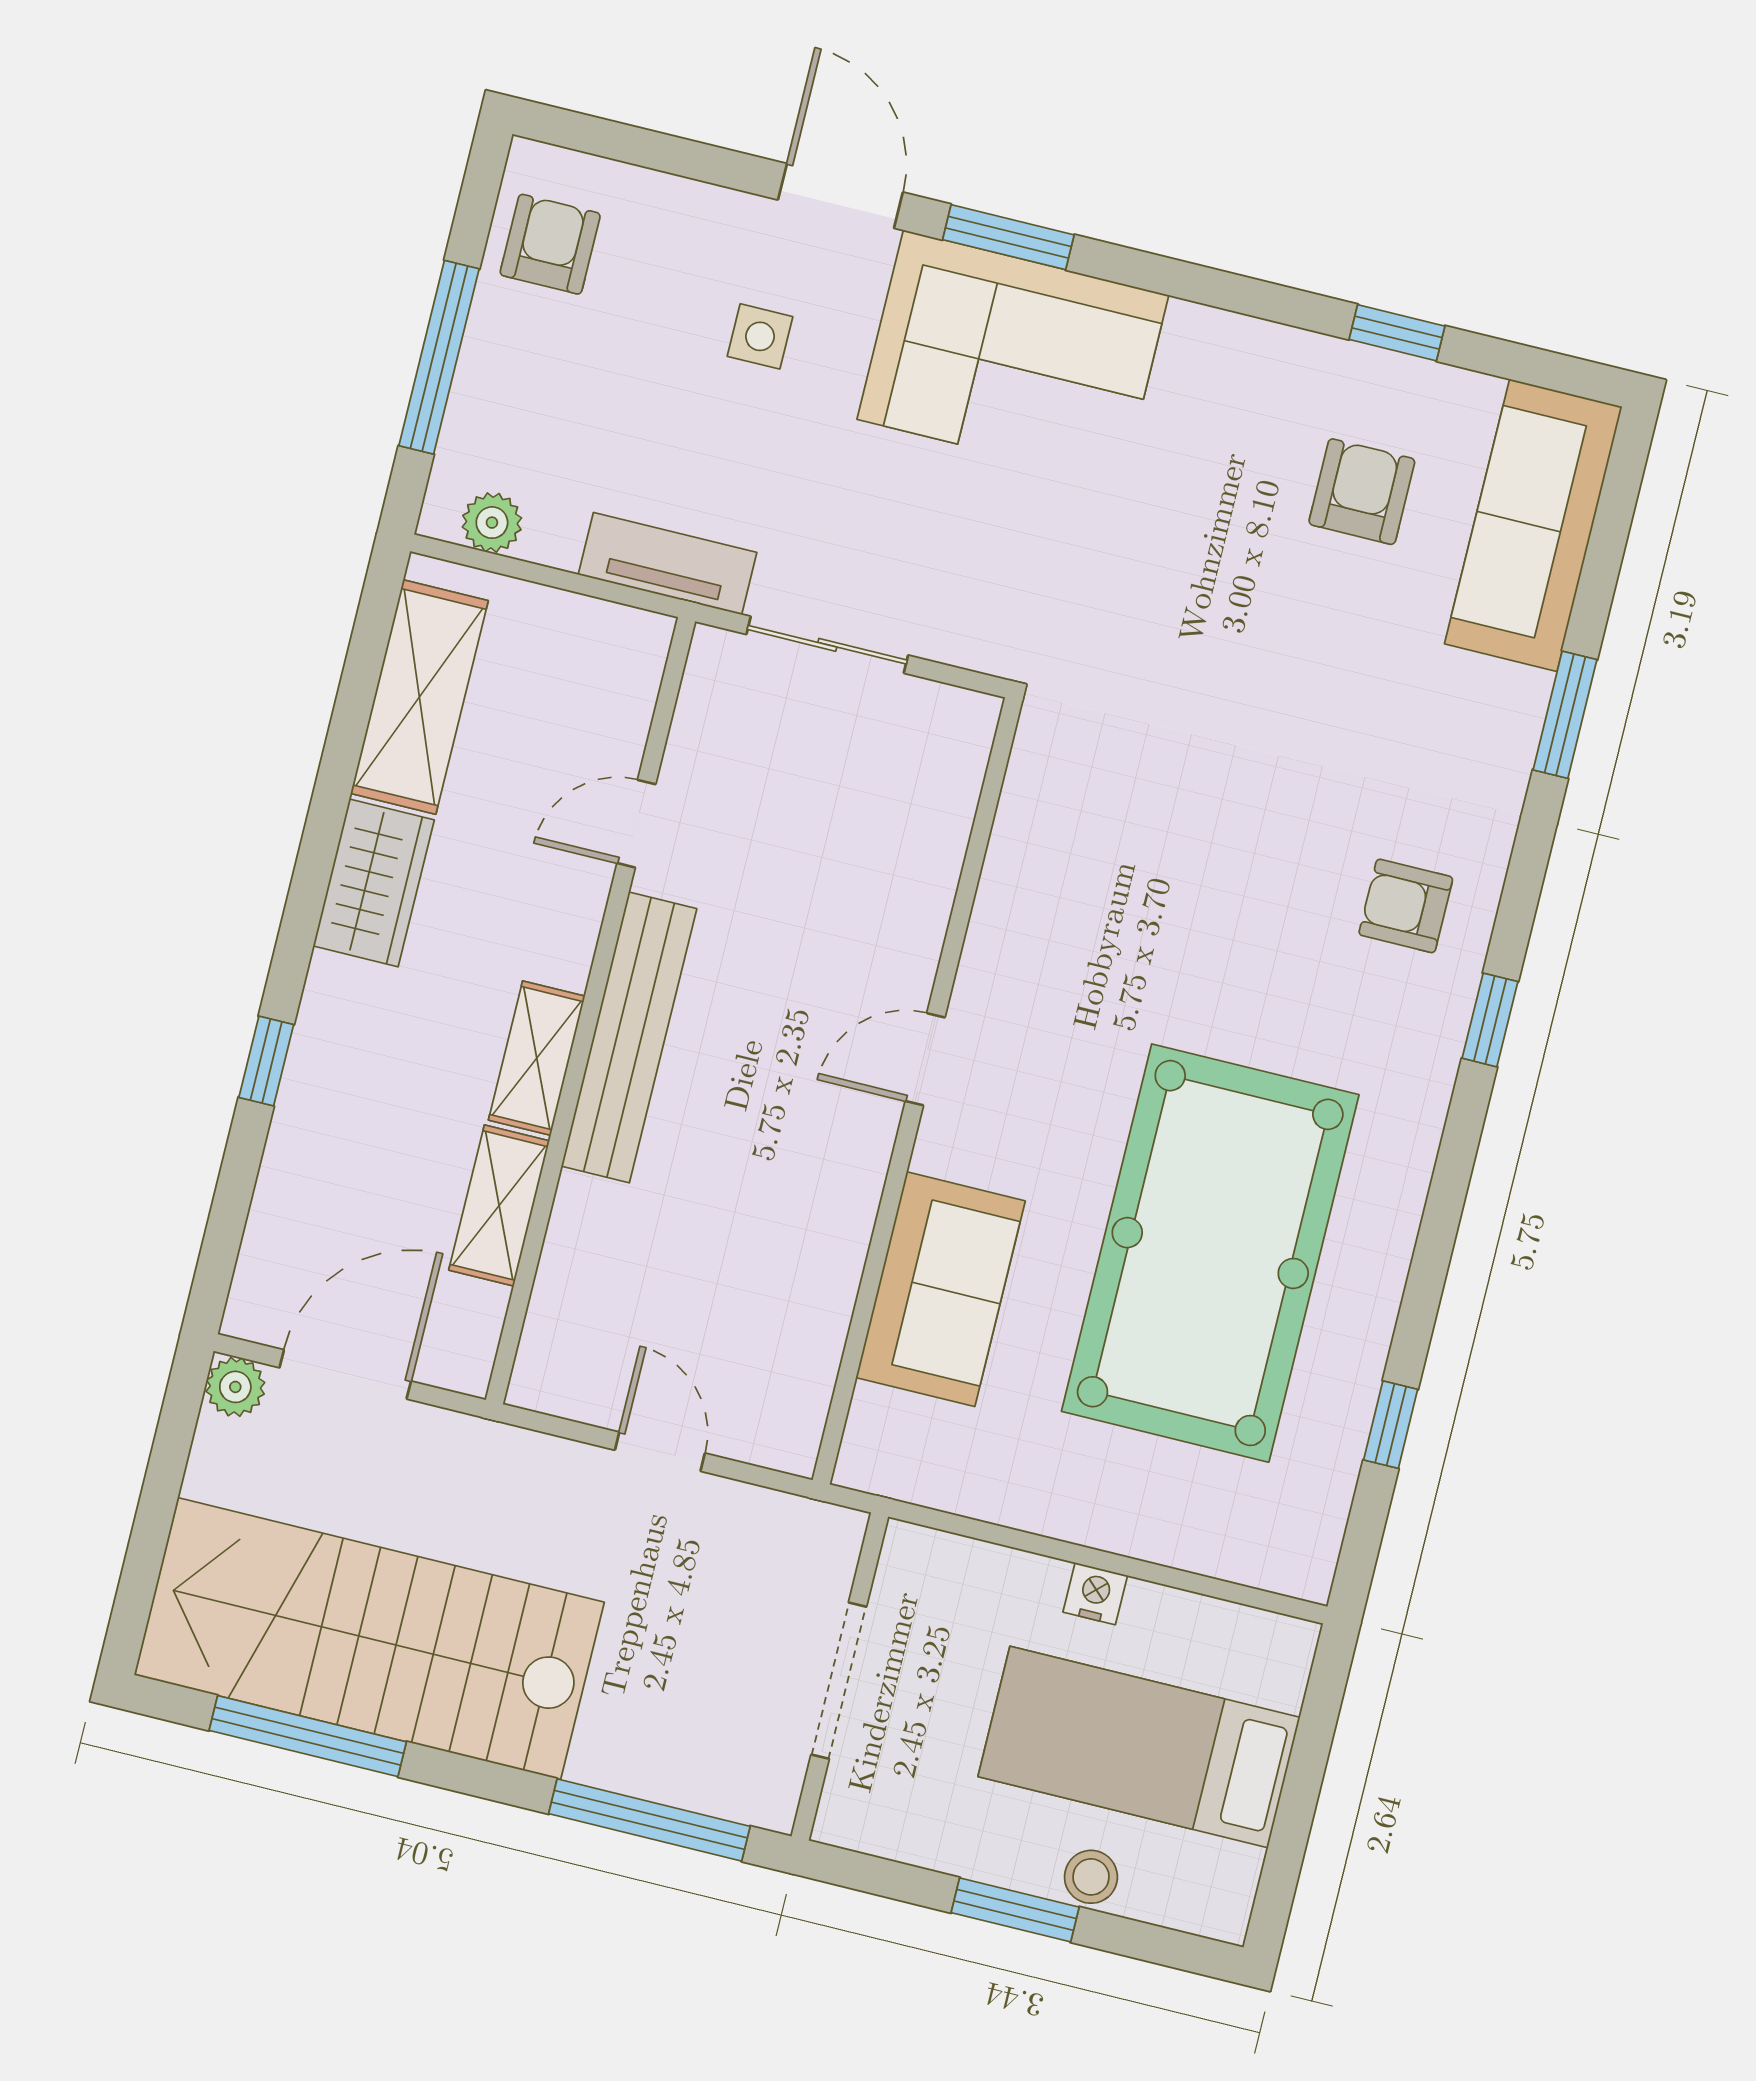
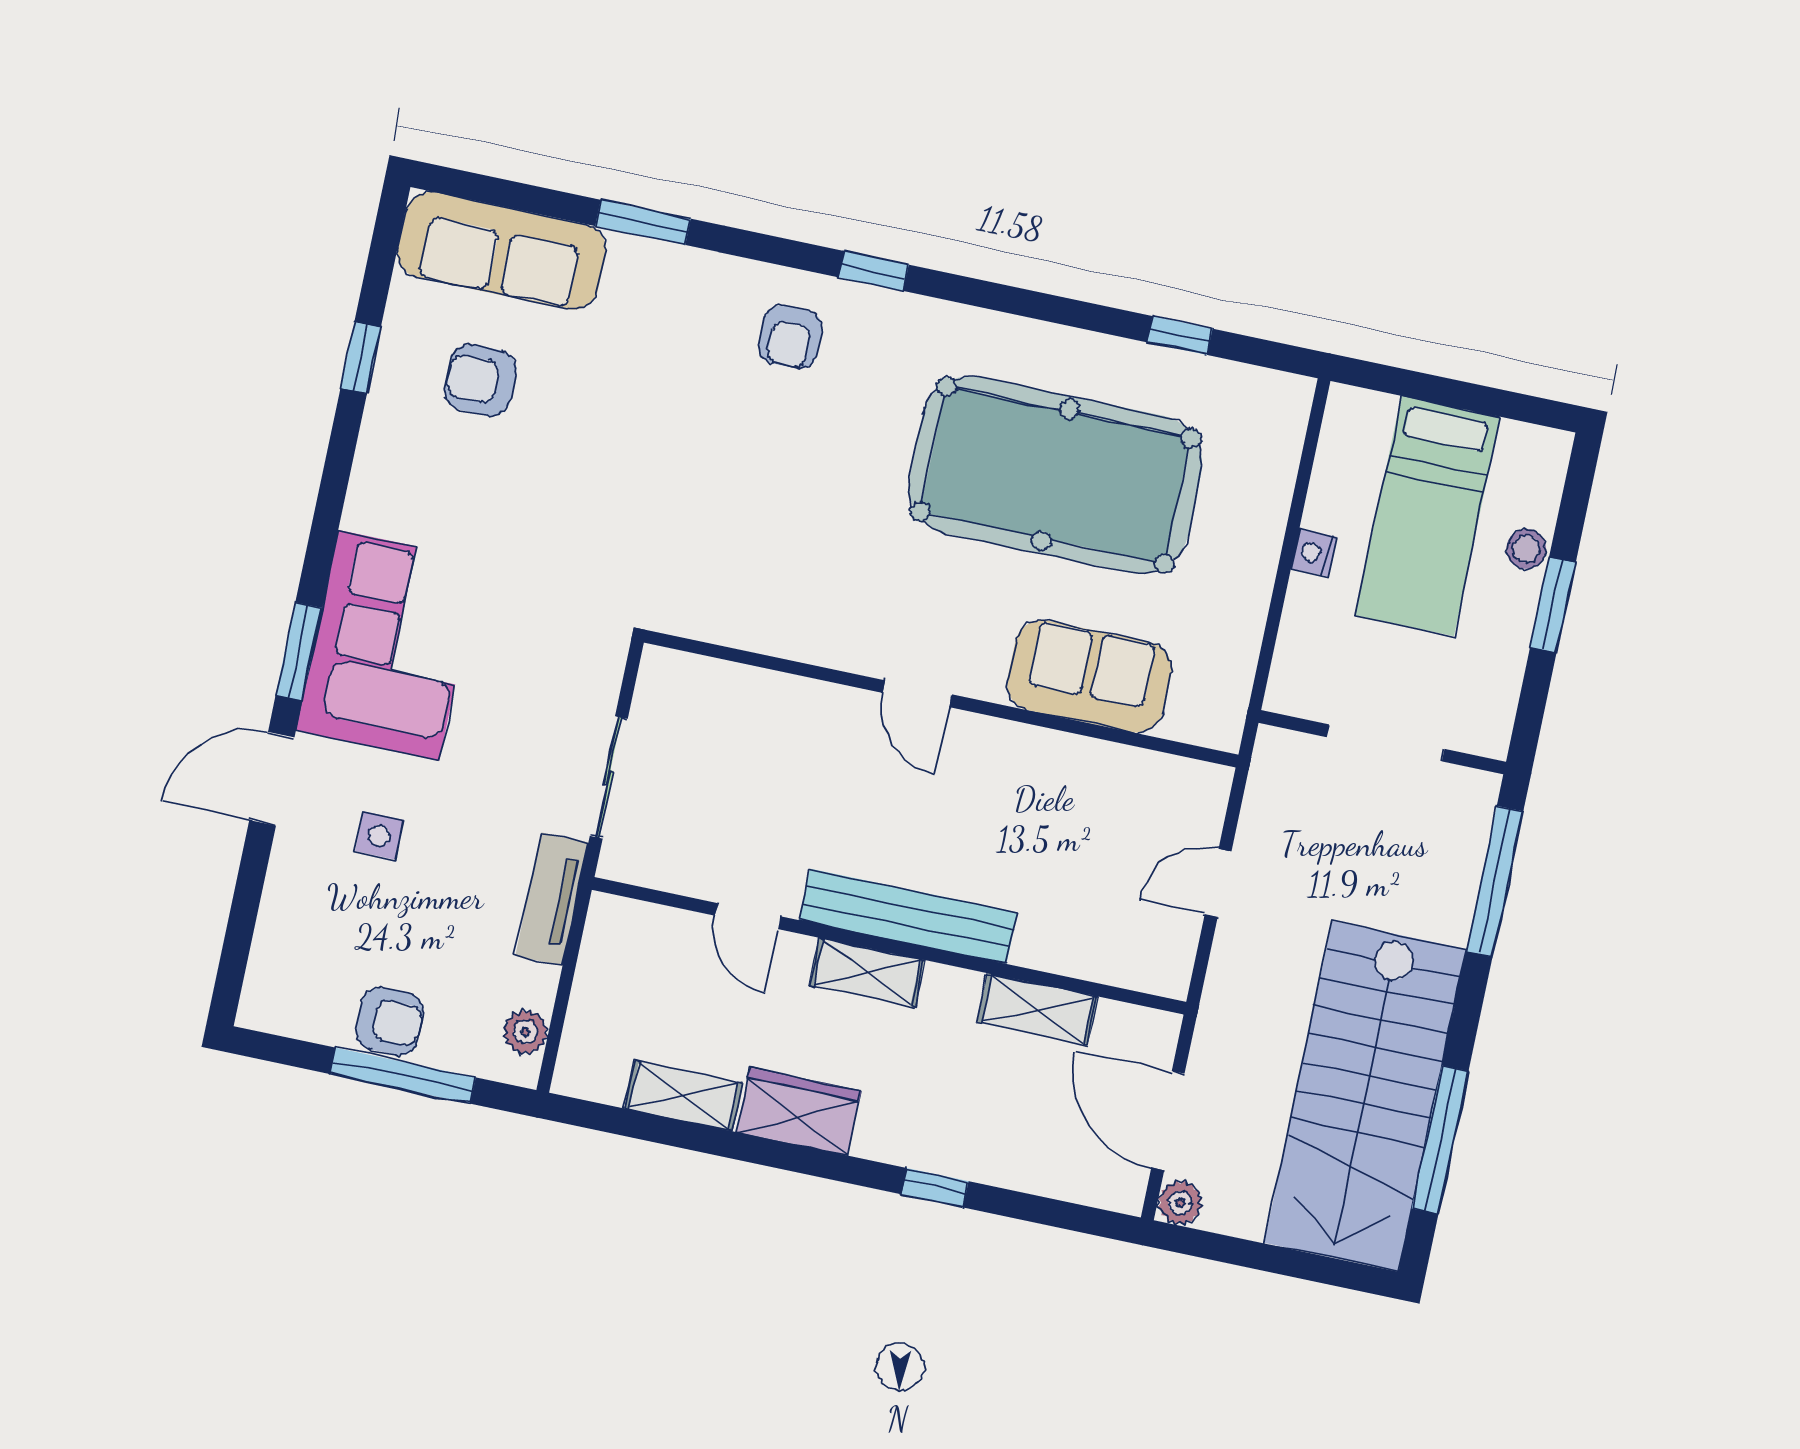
armchair: (550, 244) -> (390, 1021), moved, turned 180
shelving: (419, 697) -> (683, 1096), width x0.67, depth x0.75
shelving: (537, 1058) -> (867, 972), moved

